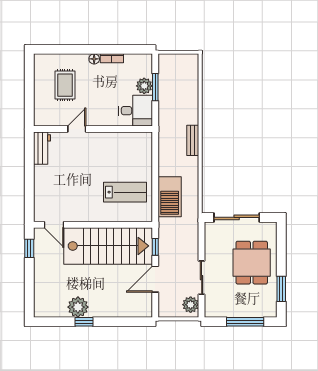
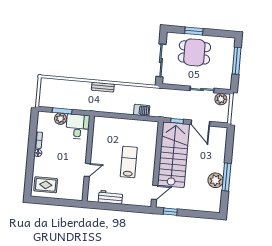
rug: (65, 85) -> (46, 185), moved
door: (77, 129) -> (87, 170), swing flipped
workbench: (42, 148) -> (110, 197), moved
lab bench: (125, 192) -> (129, 162), moved
barbecue: (170, 197) -> (142, 110), width x0.53, depth x0.65
window: (281, 289) -> (194, 31), moved
window: (84, 322) -> (226, 177), width x2.17

